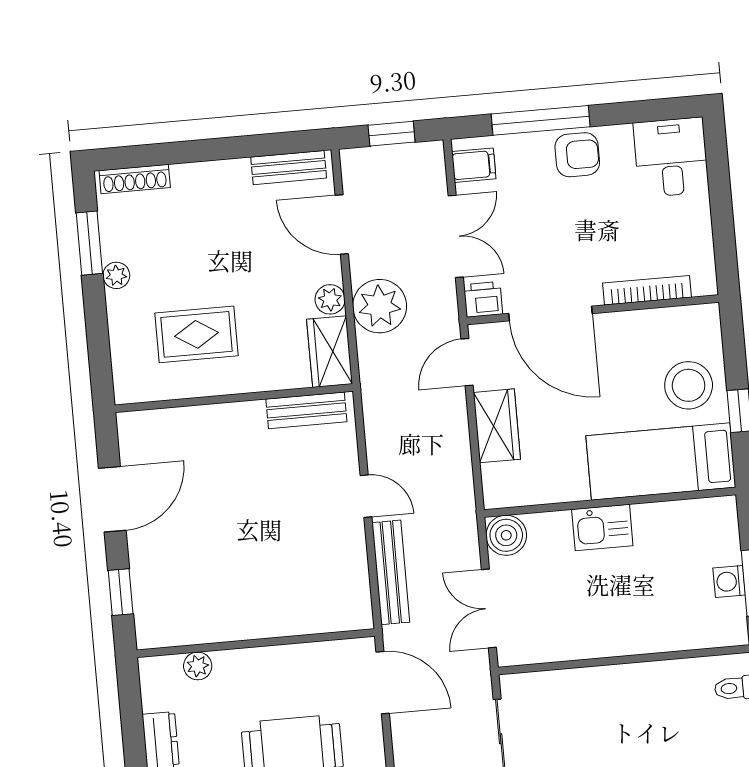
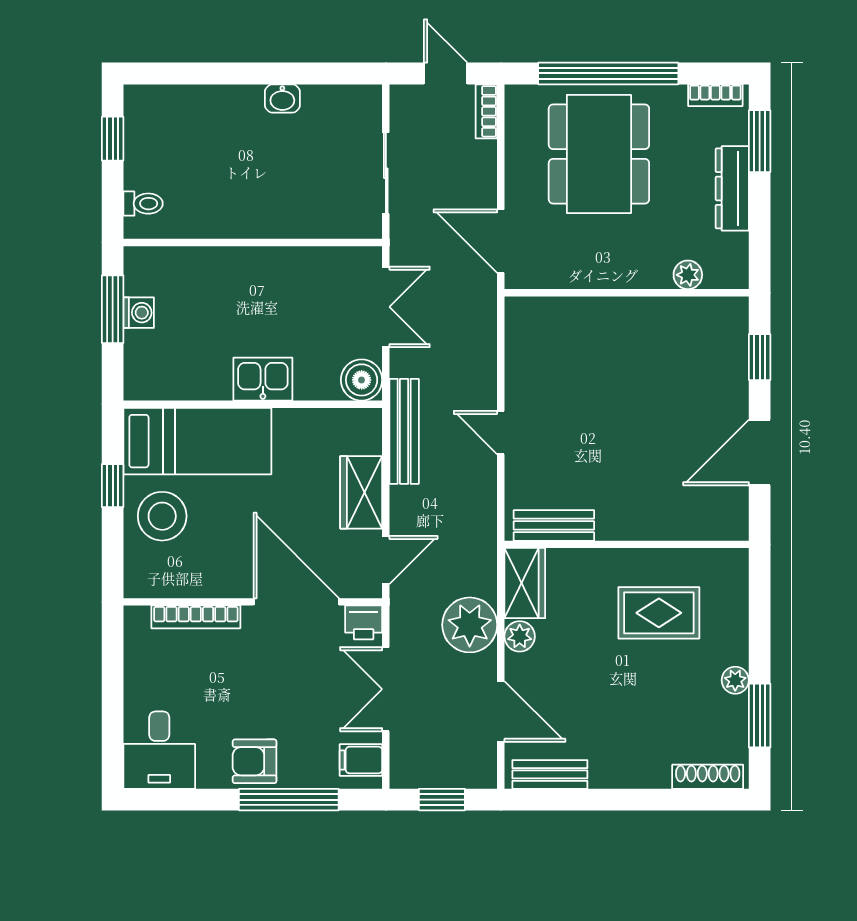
bench: (391, 572) -> (404, 431), moved

